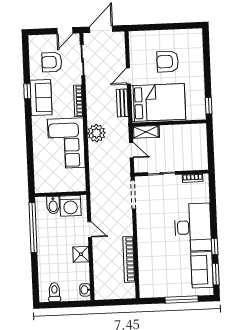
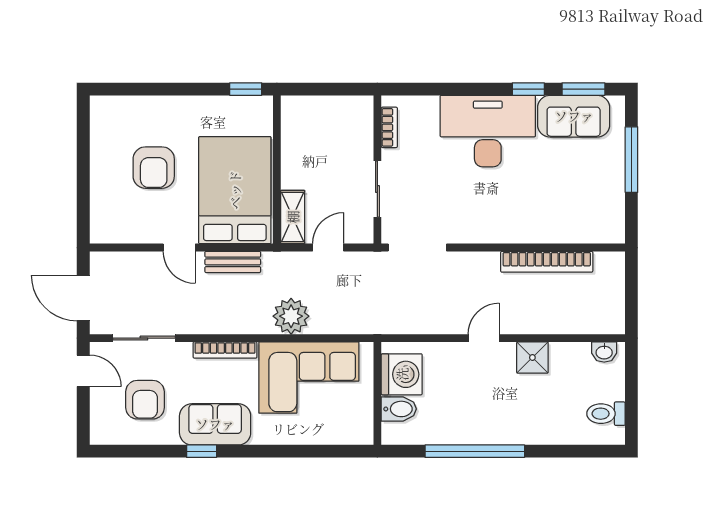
wall: (60, 194) -> (377, 393), moved
bidet: (53, 205) -> (399, 409), moved
washing machine: (70, 206) -> (402, 374), moved

